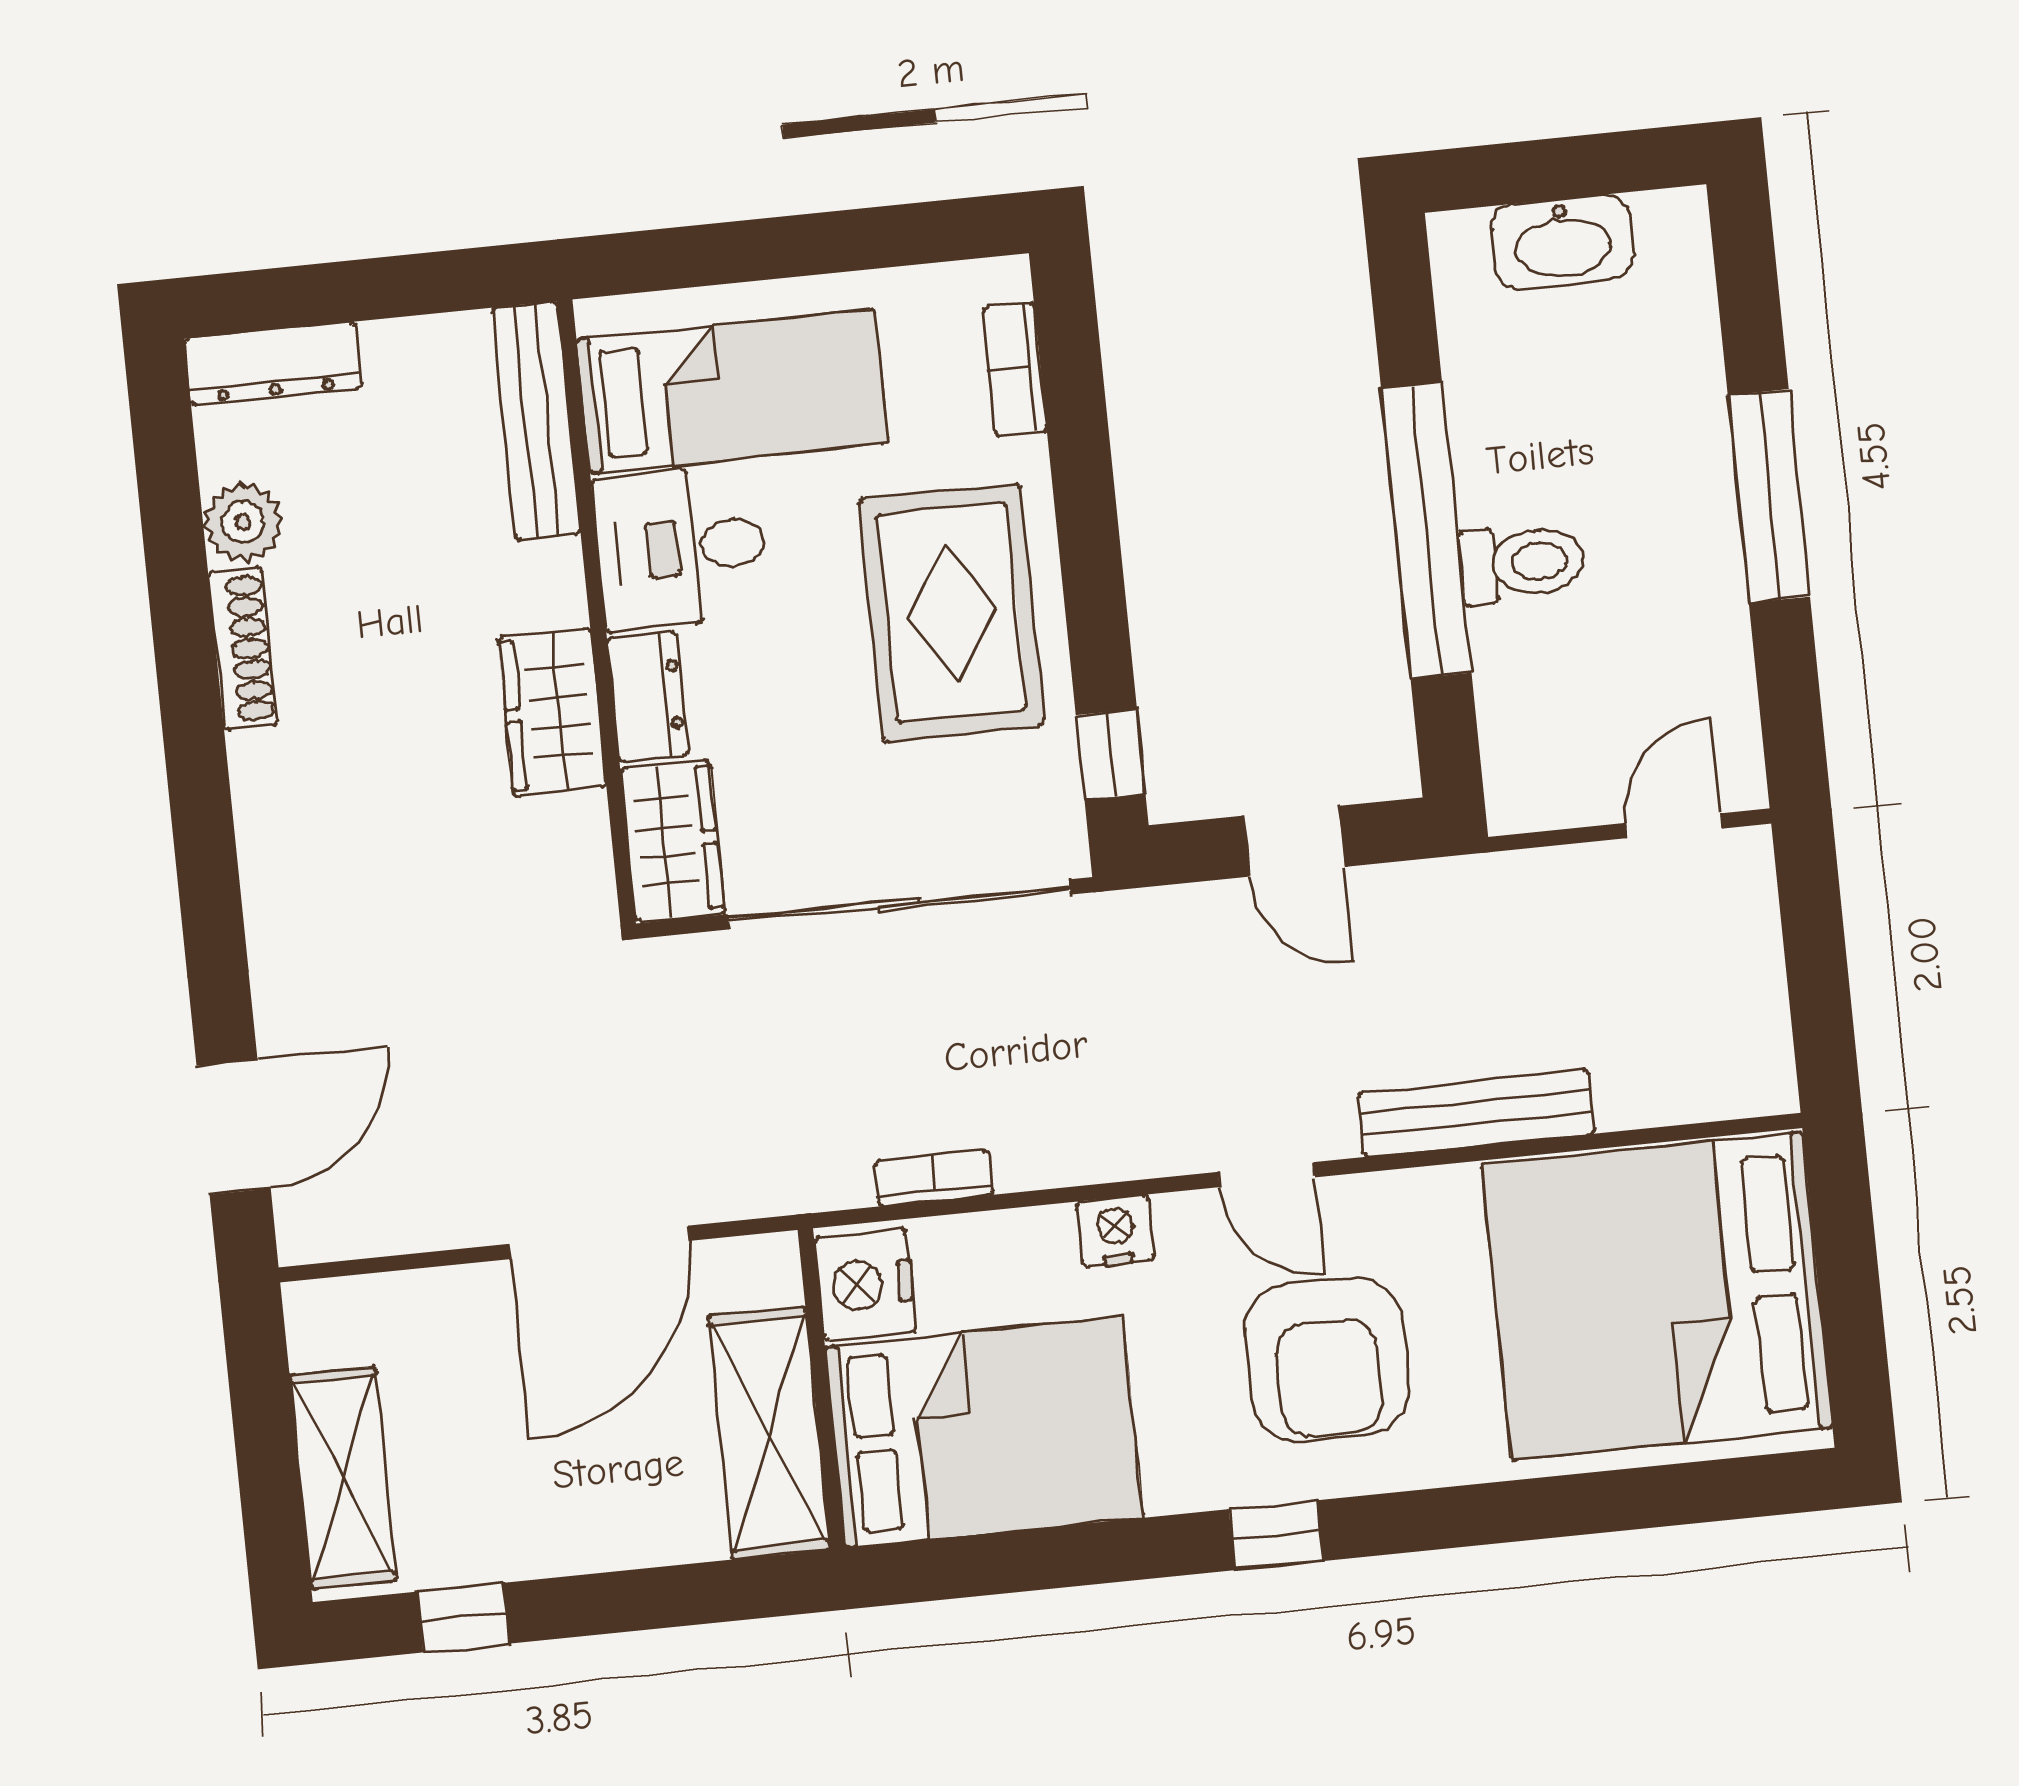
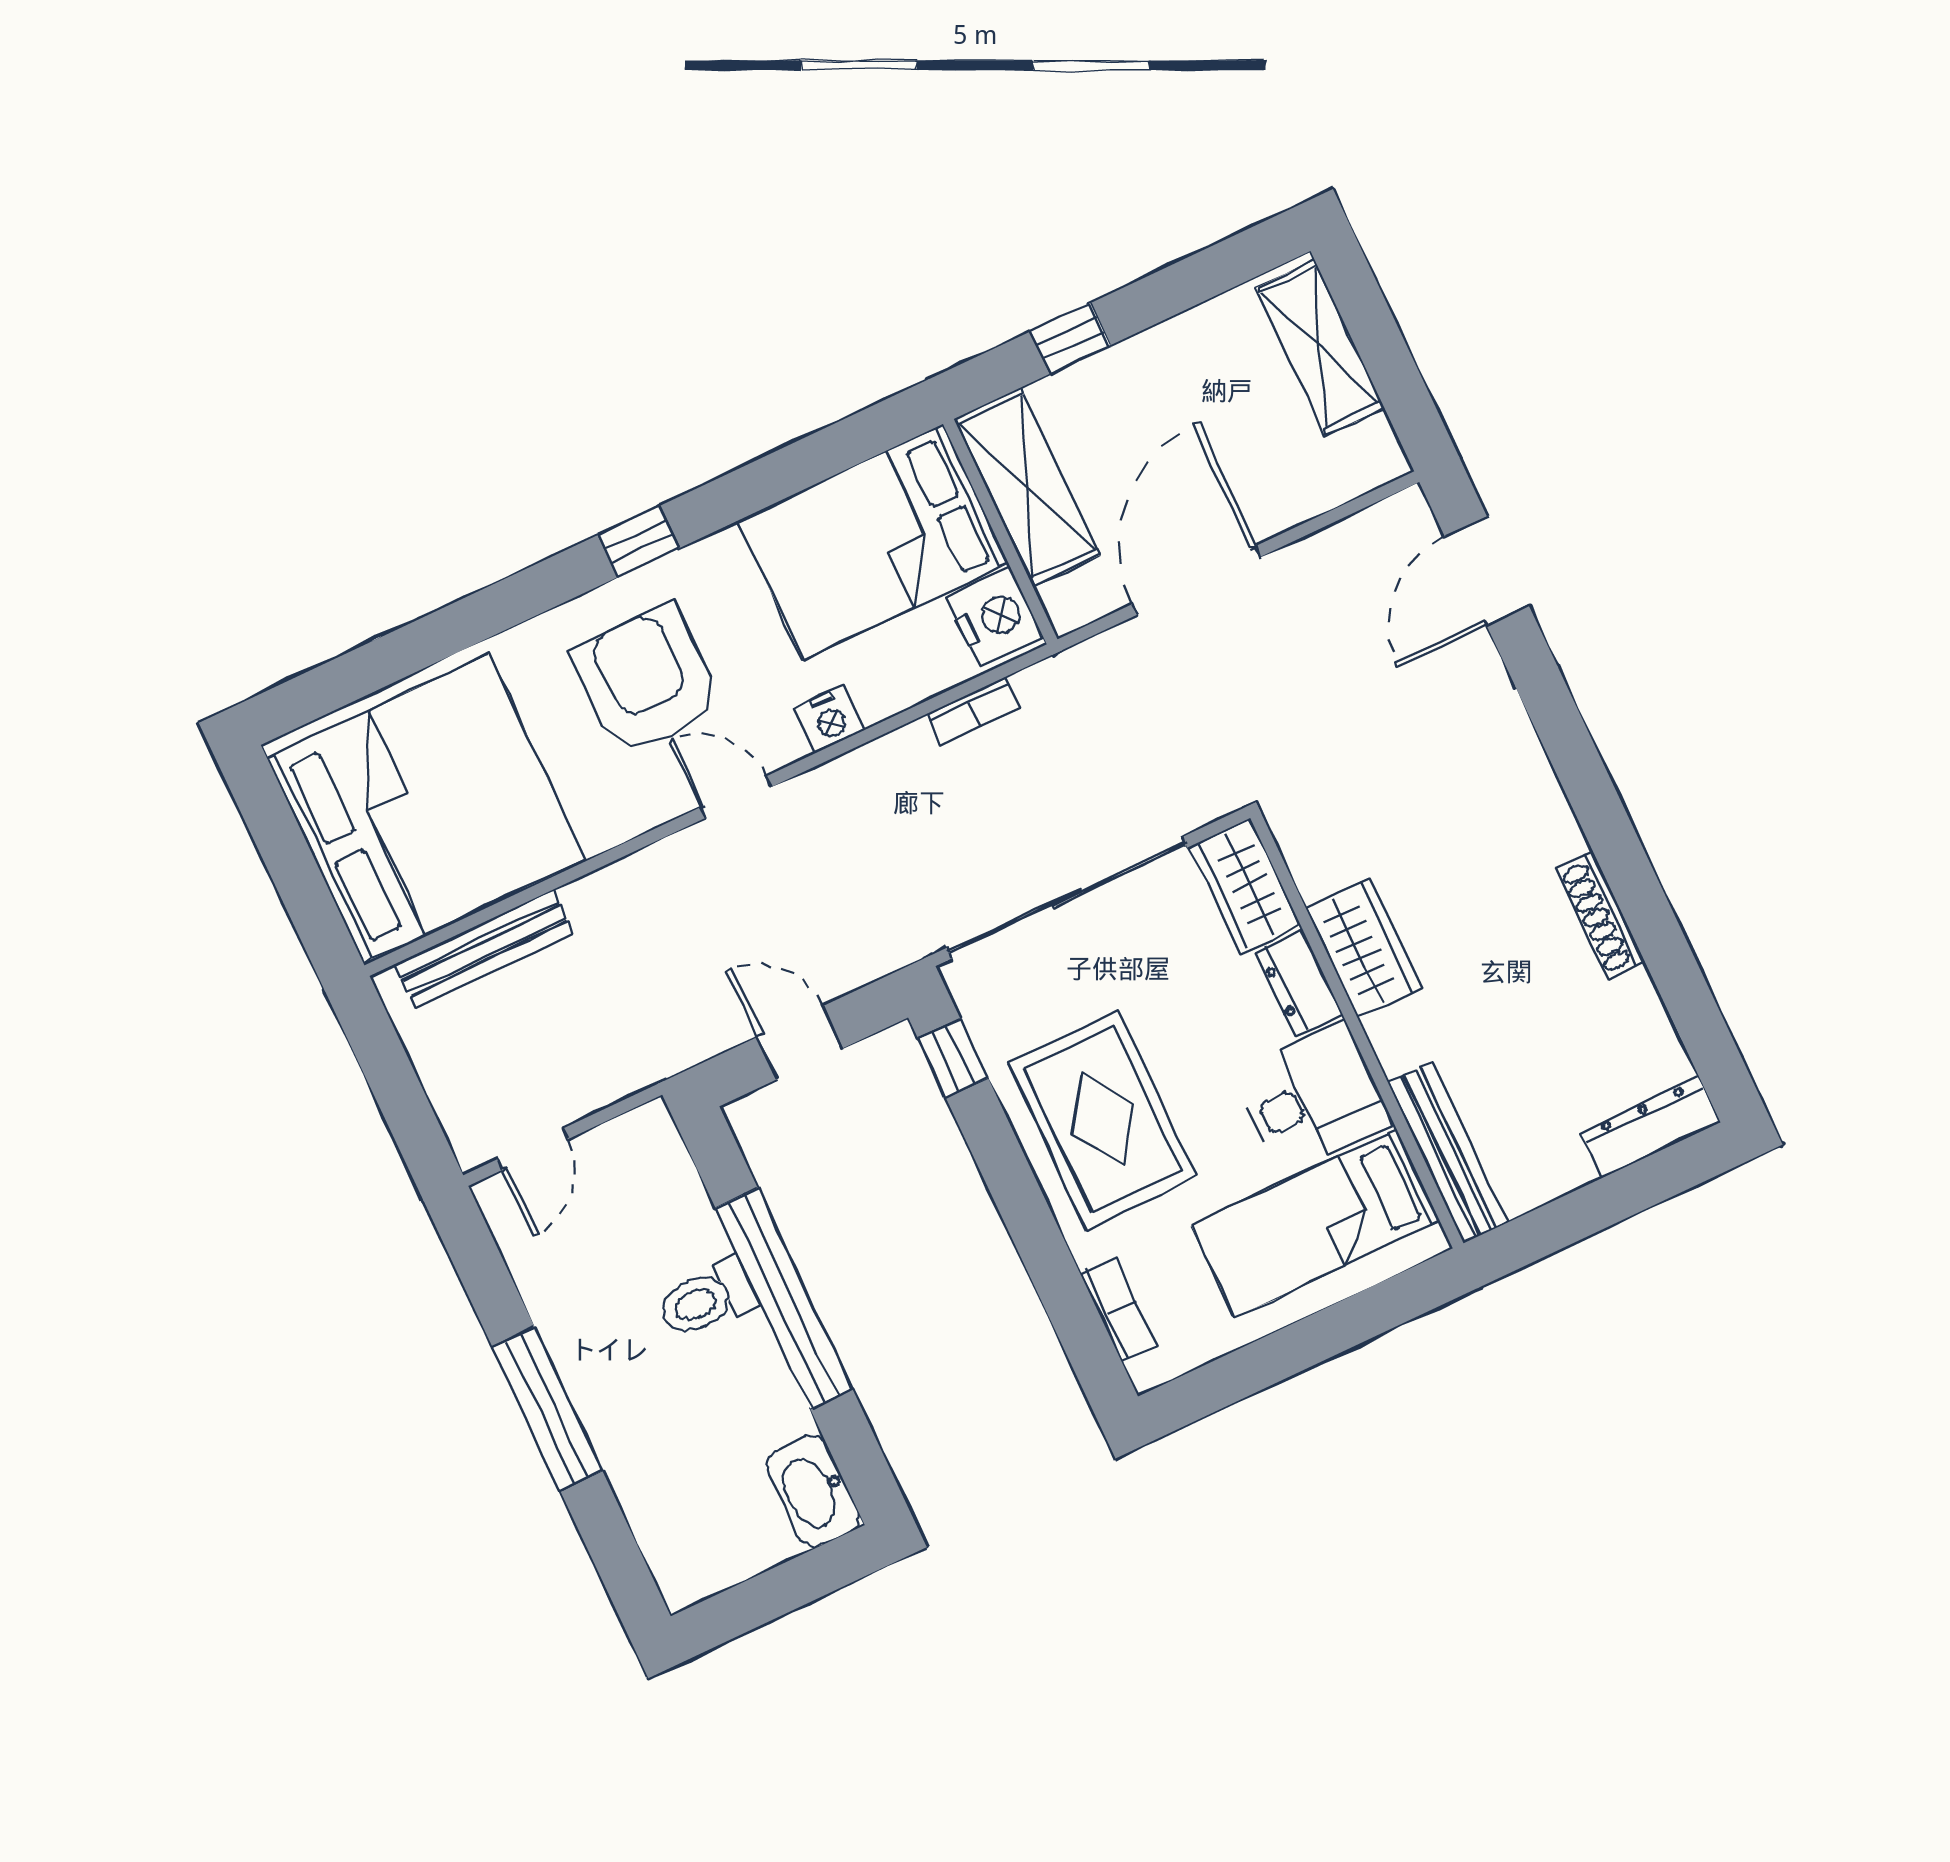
washbasin: (1562, 242) -> (813, 1491), moved, turned -90
plant: (243, 523) -> (1632, 1006), removed
bench: (1476, 1113) -> (484, 949), moved
window: (463, 1618) -> (1070, 338), moved

